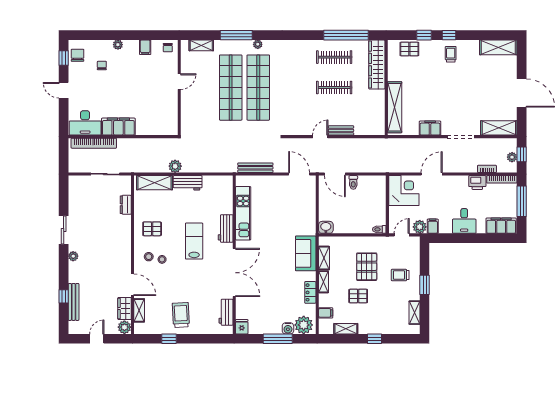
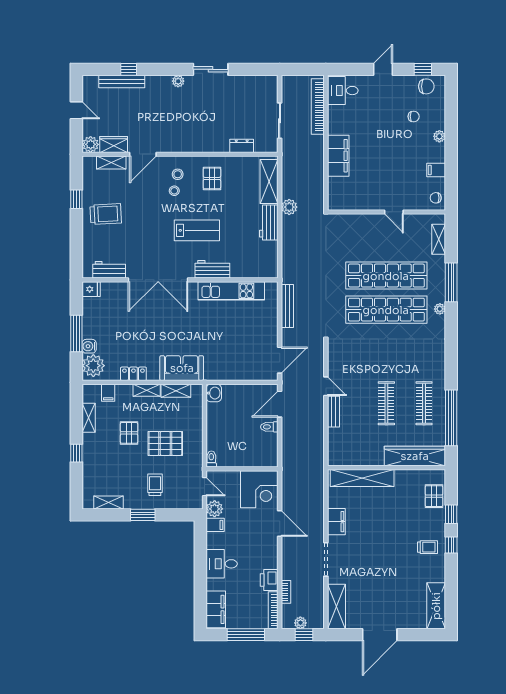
desk: (85, 123) -> (343, 91), width x0.73
filing cabinet: (118, 127) -> (338, 156), moved

